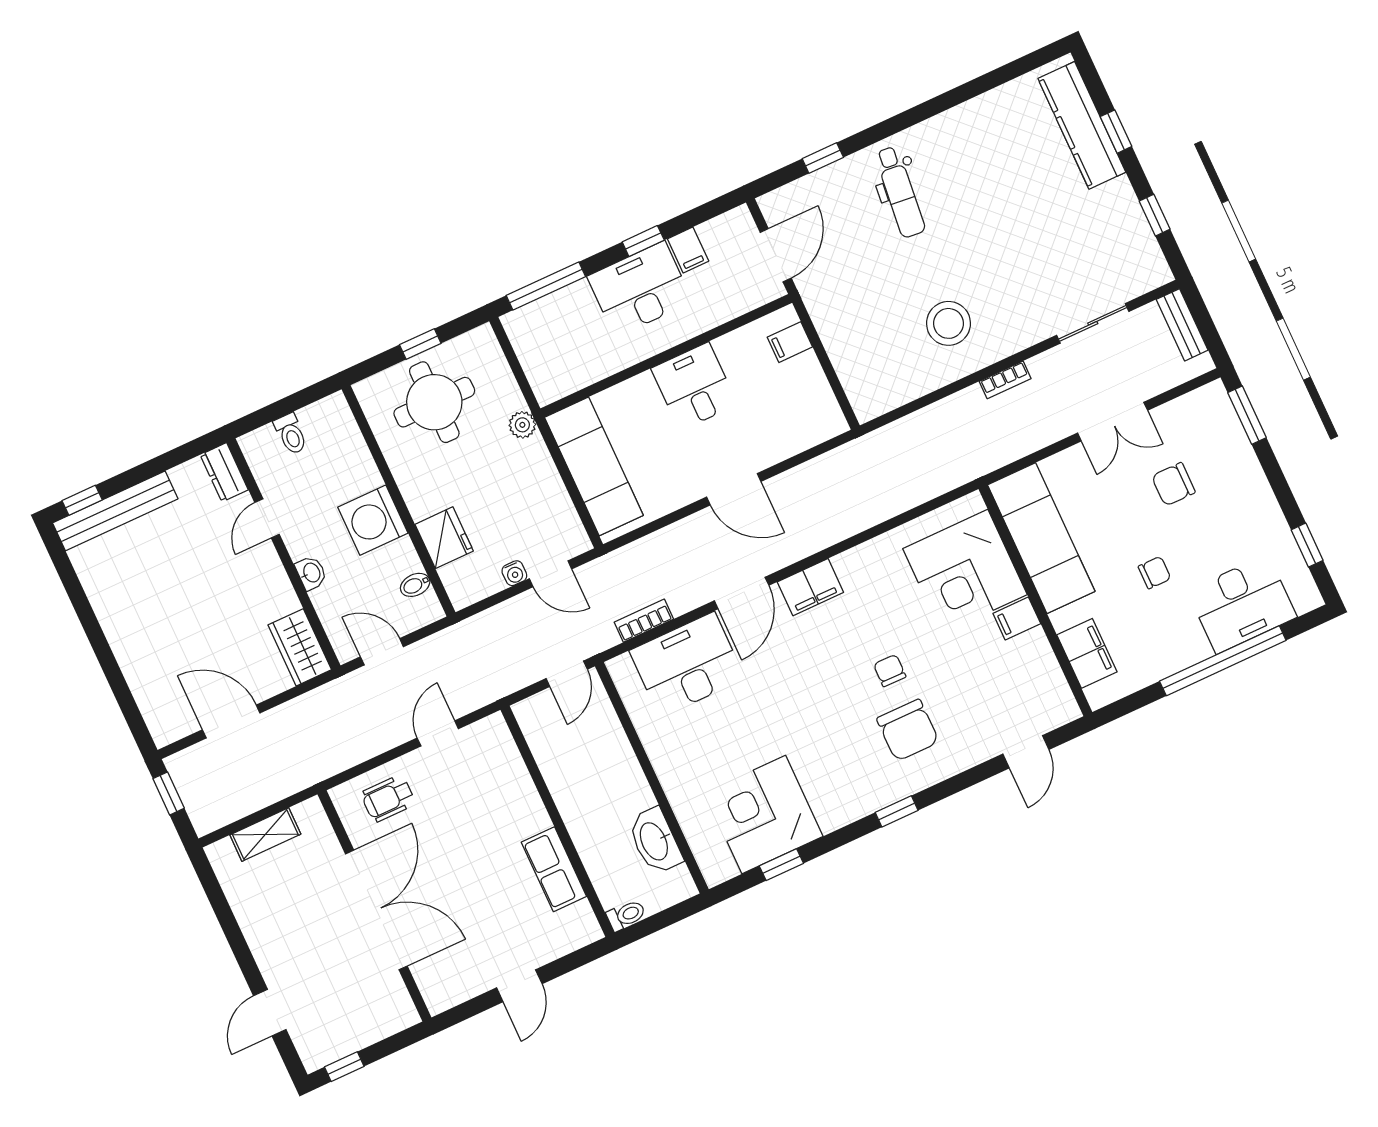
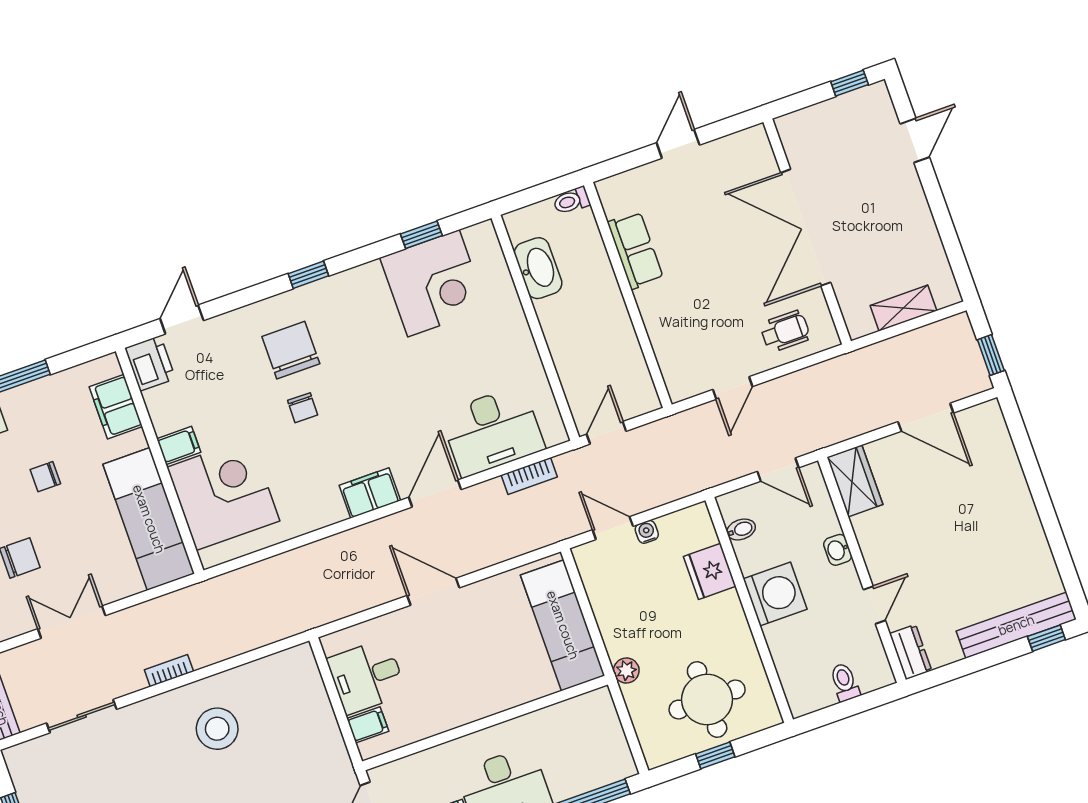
desk: (694, 386) -> (367, 676), moved, turned 90
printer: (1055, 702) -> (150, 363), added

